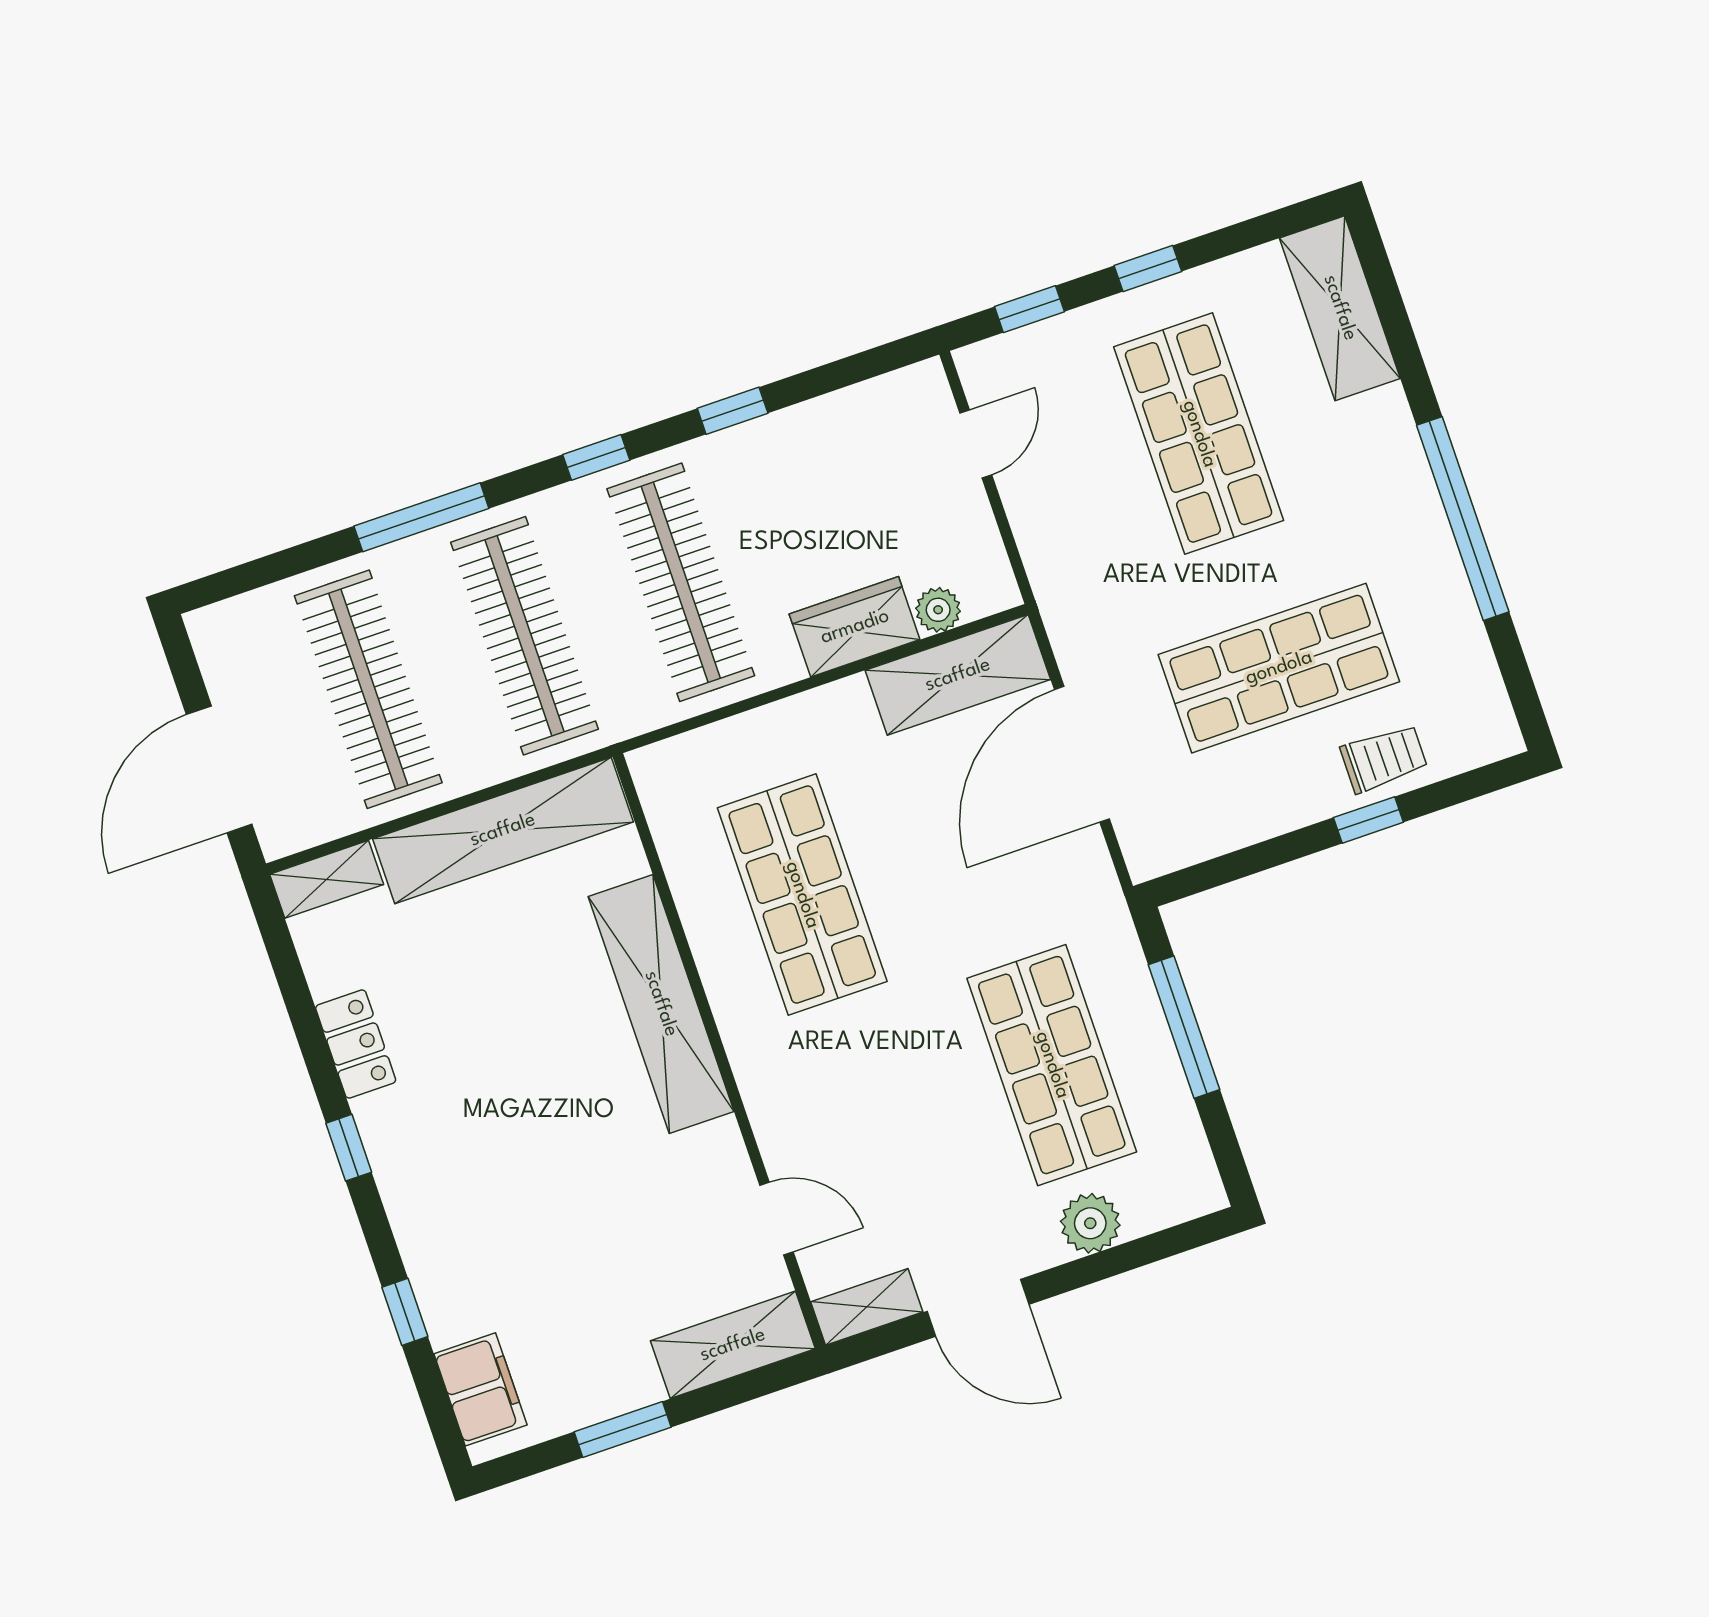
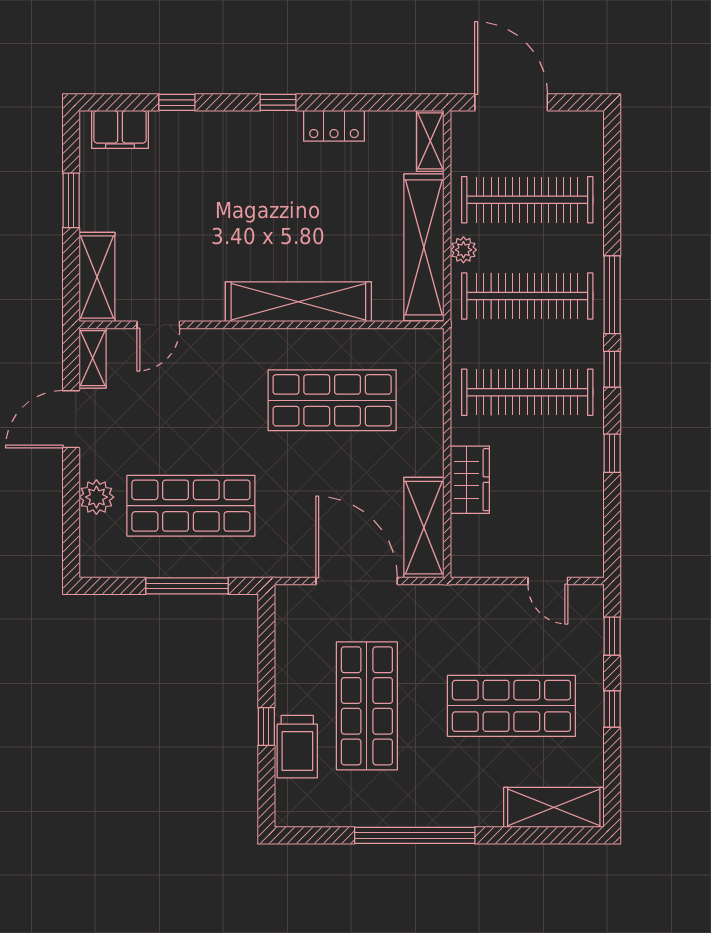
window: (421, 517) -> (612, 295), moved
plant: (938, 610) -> (463, 250), moved
trolley: (1384, 758) -> (297, 747), width x1.36, depth x1.39

